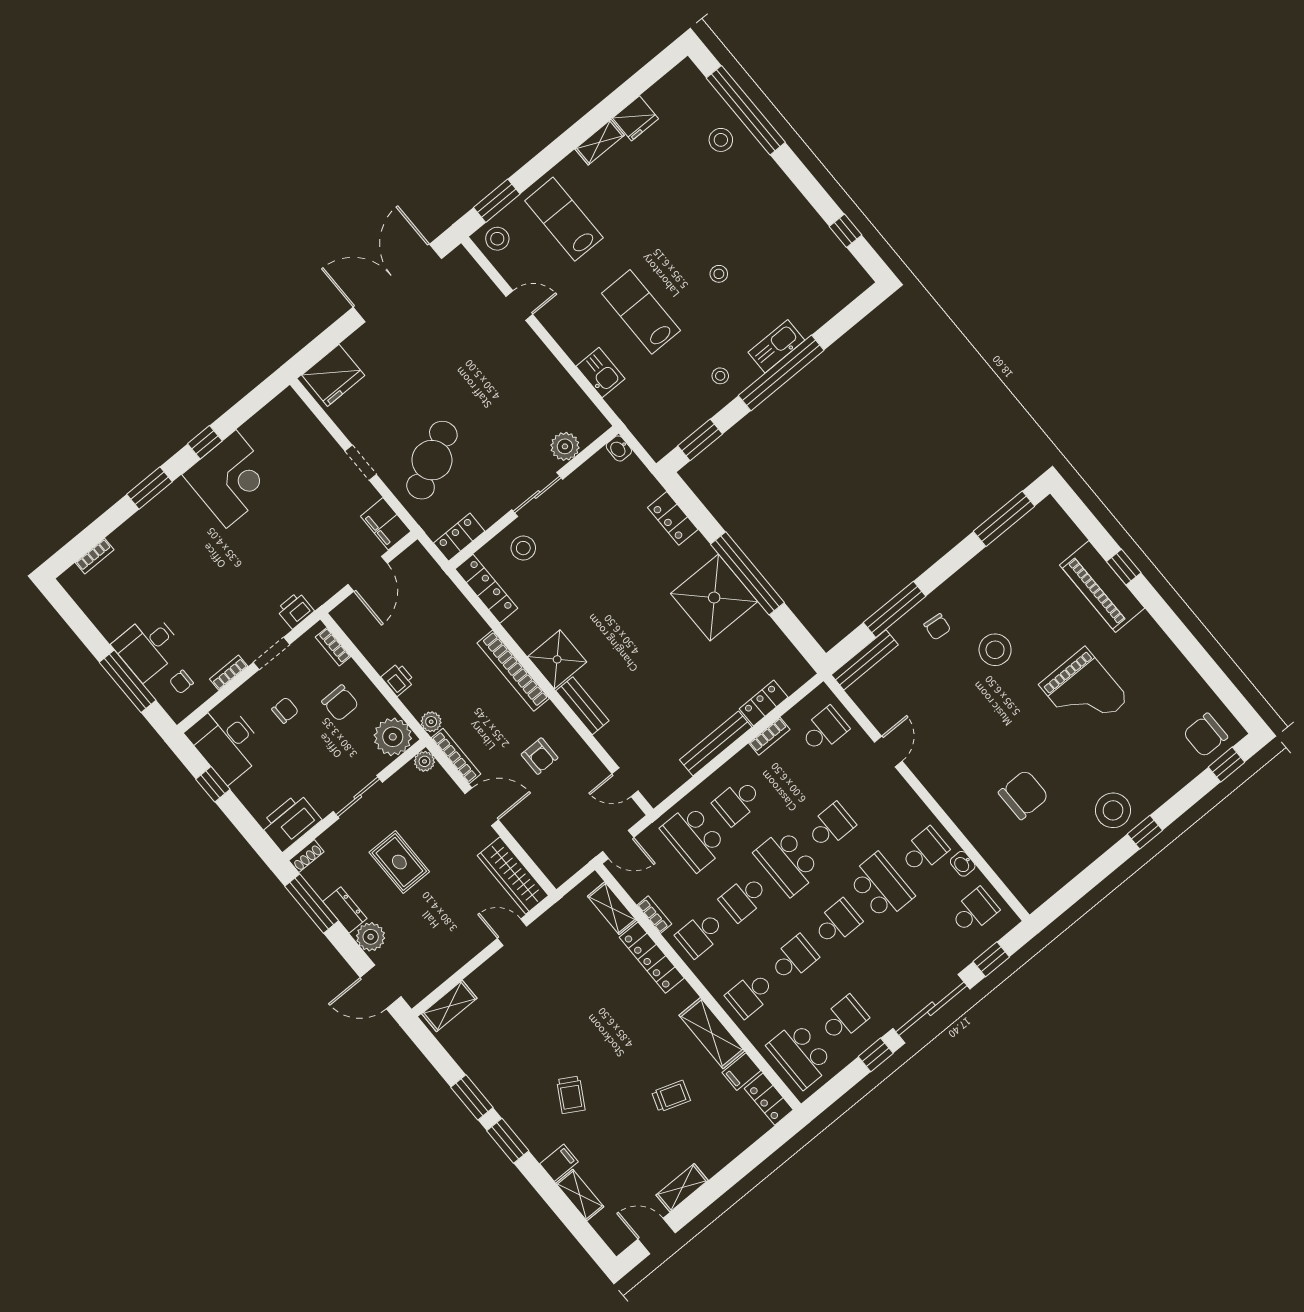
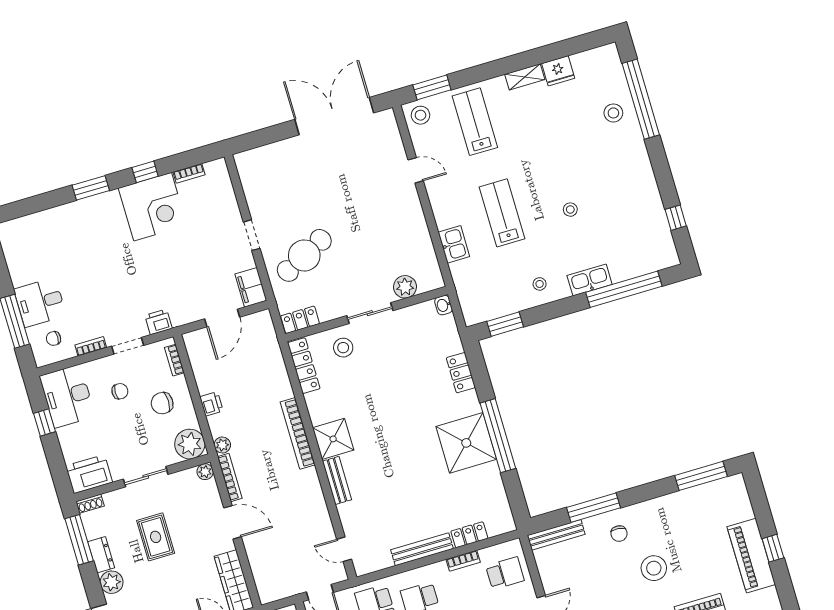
window: (781, 373) -> (624, 289), moved
fridge: (333, 375) -> (259, 163), removed
bookcase: (95, 556) -> (189, 173), moved
chair: (340, 703) -> (162, 403), turned 90
armchair: (540, 756) -> (290, 504), removed

